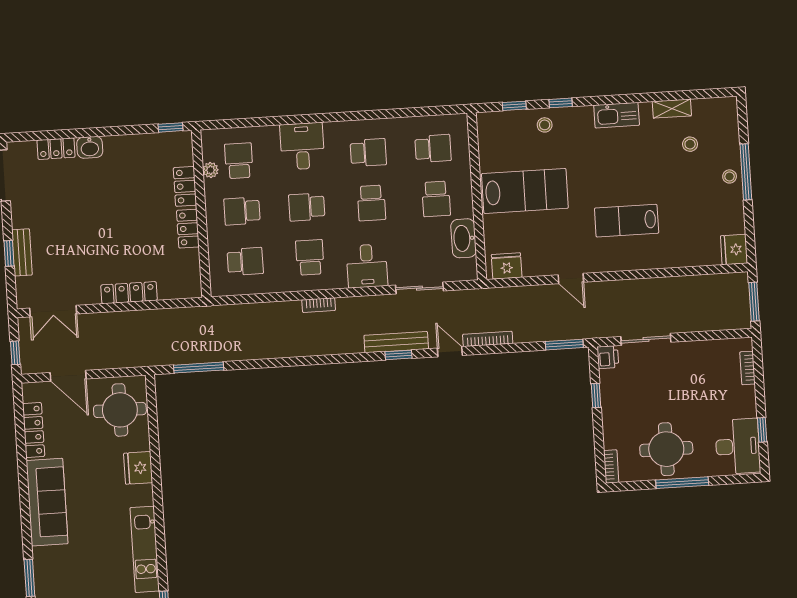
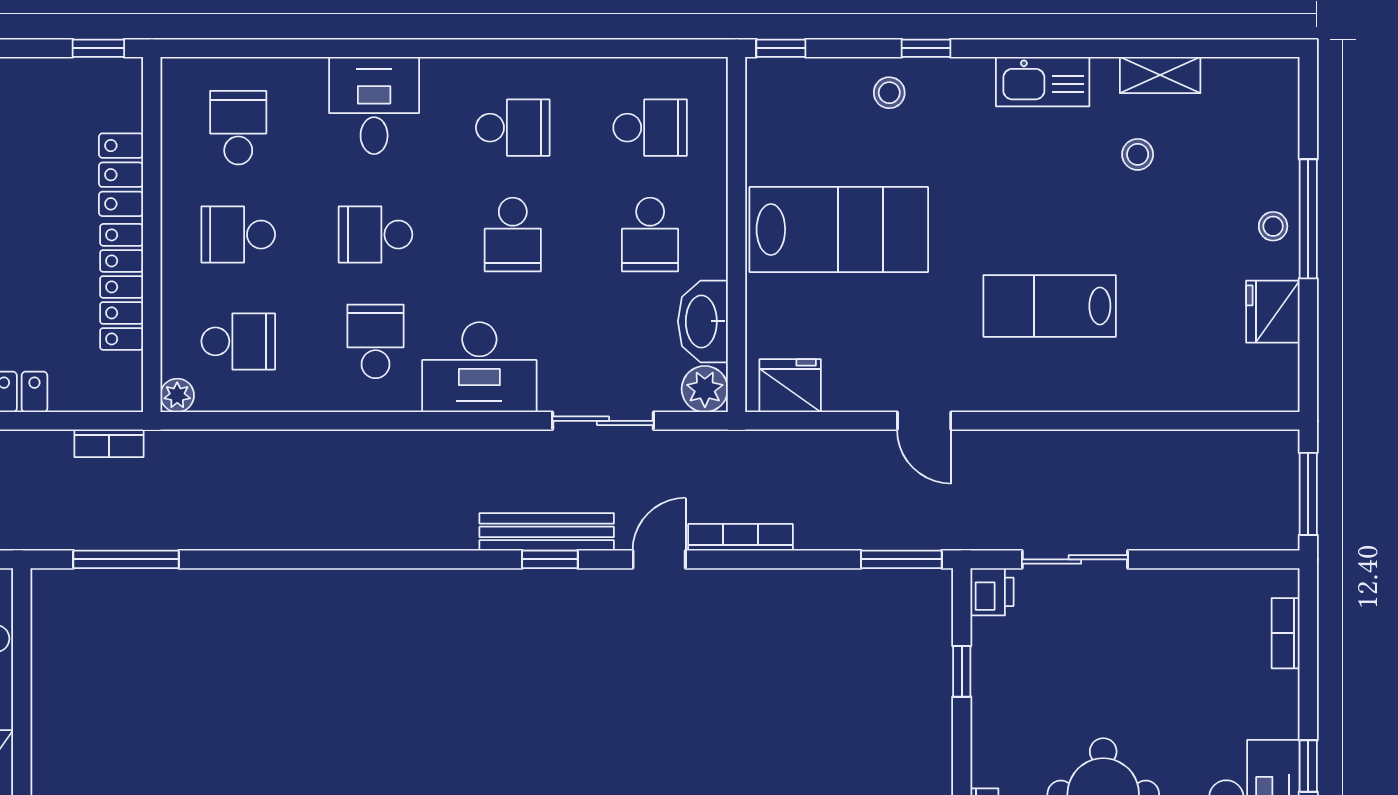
window: (514, 106) -> (781, 48), moved
stool: (690, 144) -> (1138, 154), moved
plant: (211, 170) -> (177, 395), moved
locker: (188, 229) -> (122, 287), width x1.53
fridge: (734, 249) -> (1273, 312), moved
desk: (367, 266) -> (479, 367), width x1.37
plant: (466, 270) -> (705, 389), added
bookcase: (319, 305) -> (109, 443), moved
door: (450, 352) -> (659, 559), hinge flipped

